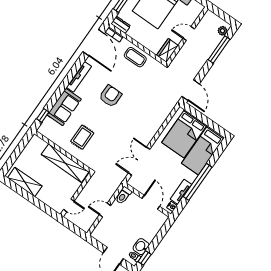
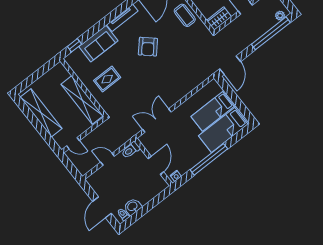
window: (219, 49) -> (271, 33), width x1.46
armchair: (110, 96) -> (148, 47), turned 132
bed: (184, 134) -> (213, 111), width x0.67
shelving: (25, 182) -> (41, 113), width x1.47
tv unit: (181, 192) -> (189, 164), removed
window: (145, 258) -> (133, 219), removed

